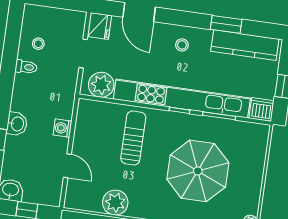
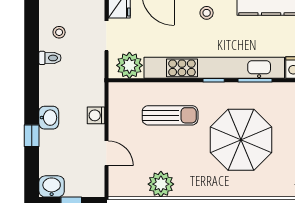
sun lounger: (133, 138) -> (170, 115), turned 90

